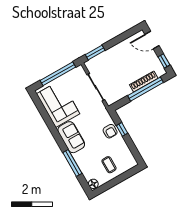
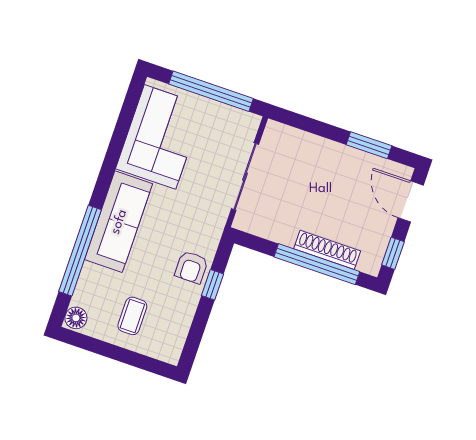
window: (95, 53) -> (369, 145), moved
sofa: (71, 137) -> (119, 222), width x1.36
window: (72, 163) -> (80, 251), width x1.46

